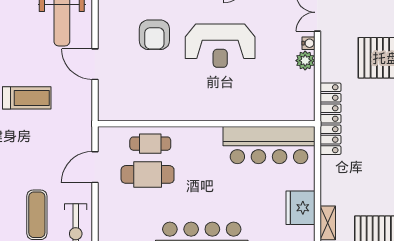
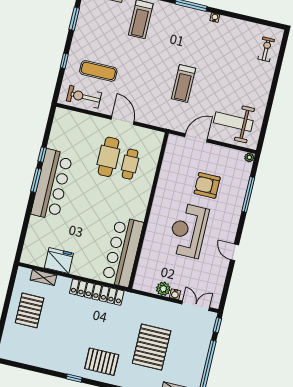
locker: (330, 119) -> (97, 292), moved
wall: (206, 124) -> (149, 211), moved
bar counter: (269, 145) -> (123, 252), moved

